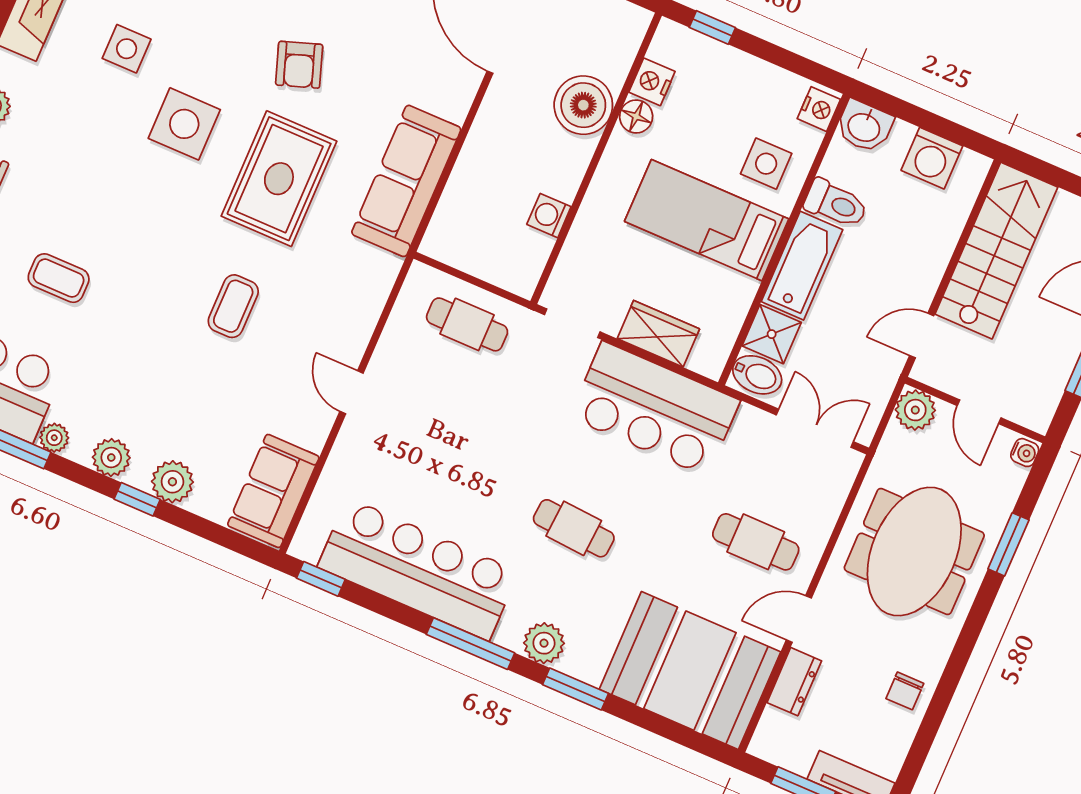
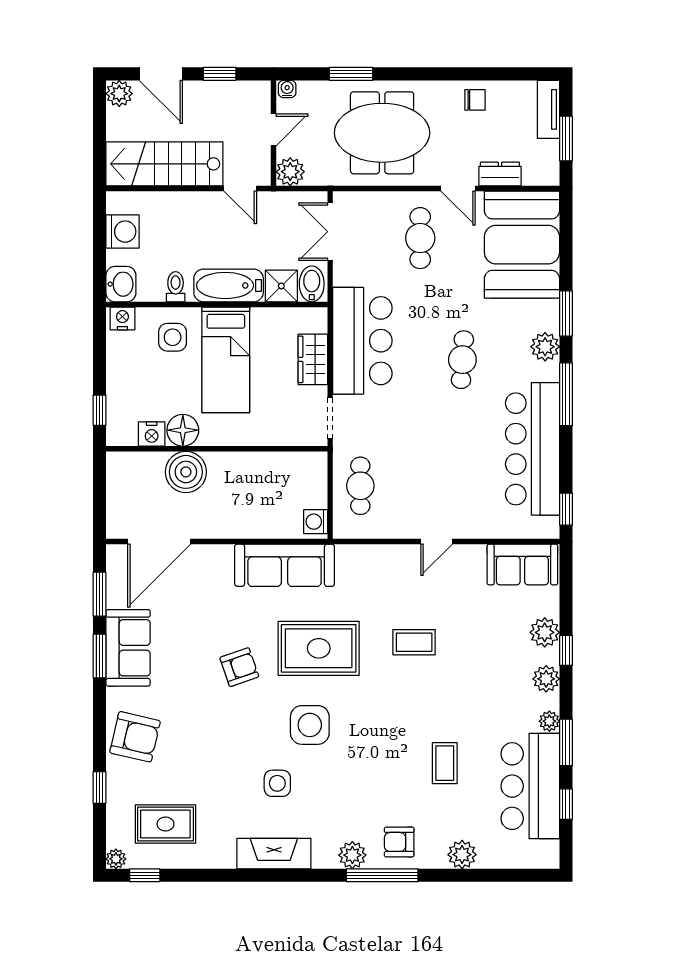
floor lamp: (636, 116) -> (183, 430), width x1.38, depth x1.38
toilet: (836, 204) -> (176, 287), width x0.73, depth x0.72
washing machine: (549, 216) -> (316, 522), moved, turned 90

